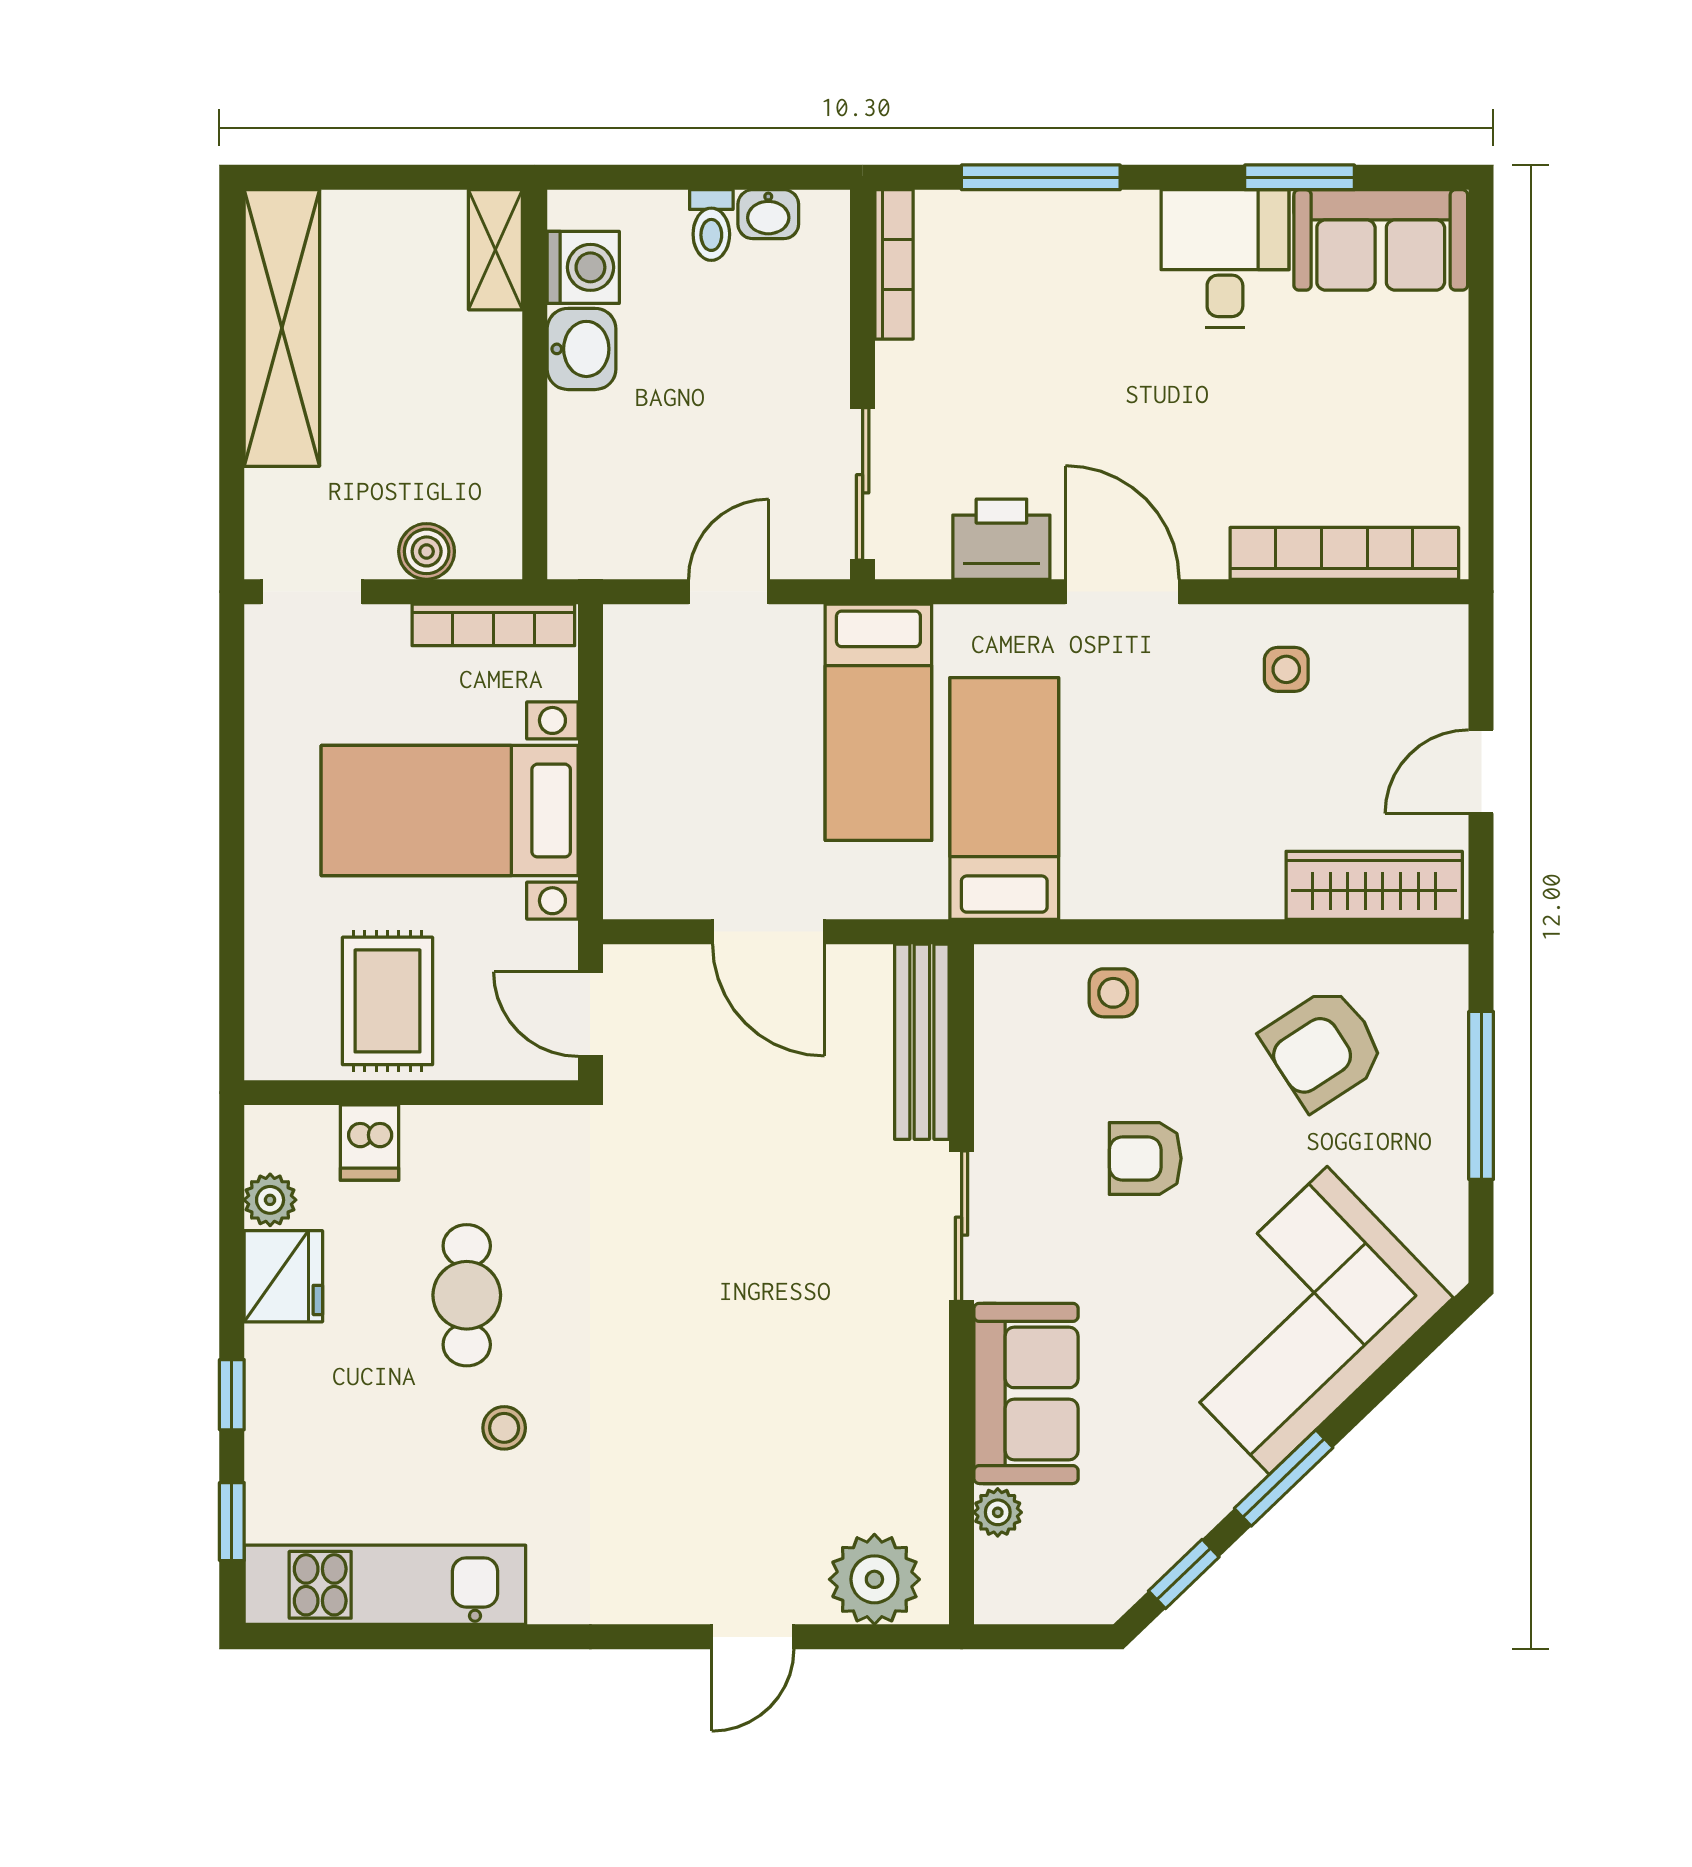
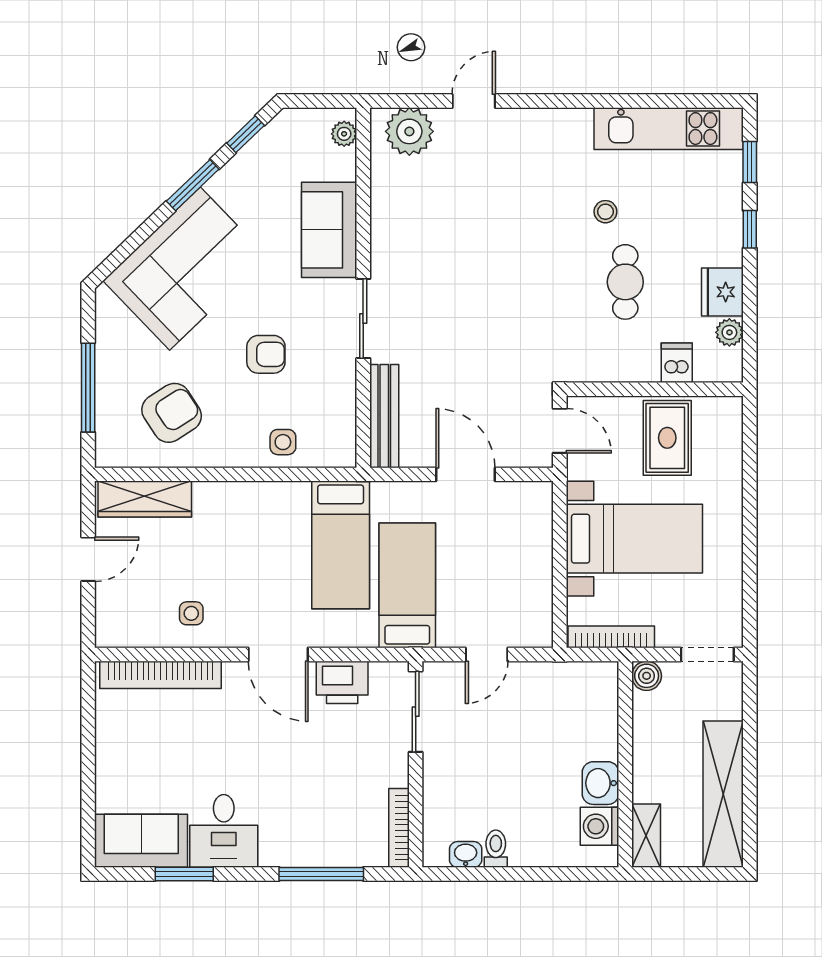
shelving: (495, 250) -> (646, 836), moved
washing machine: (583, 267) -> (600, 826), moved
washbasin: (582, 349) -> (601, 783), moved
wall: (535, 385) -> (625, 764), moved
plant: (998, 1512) -> (344, 134), moved

